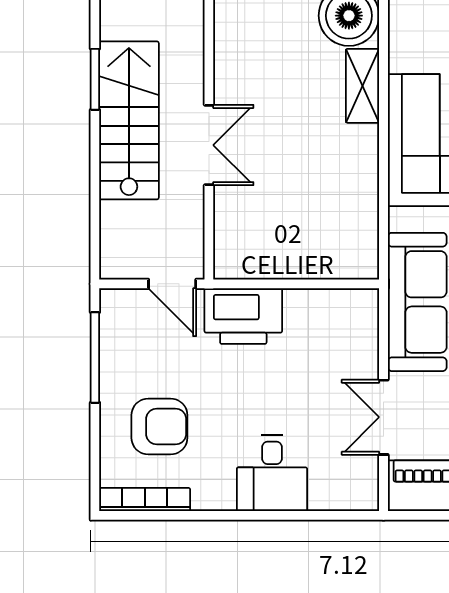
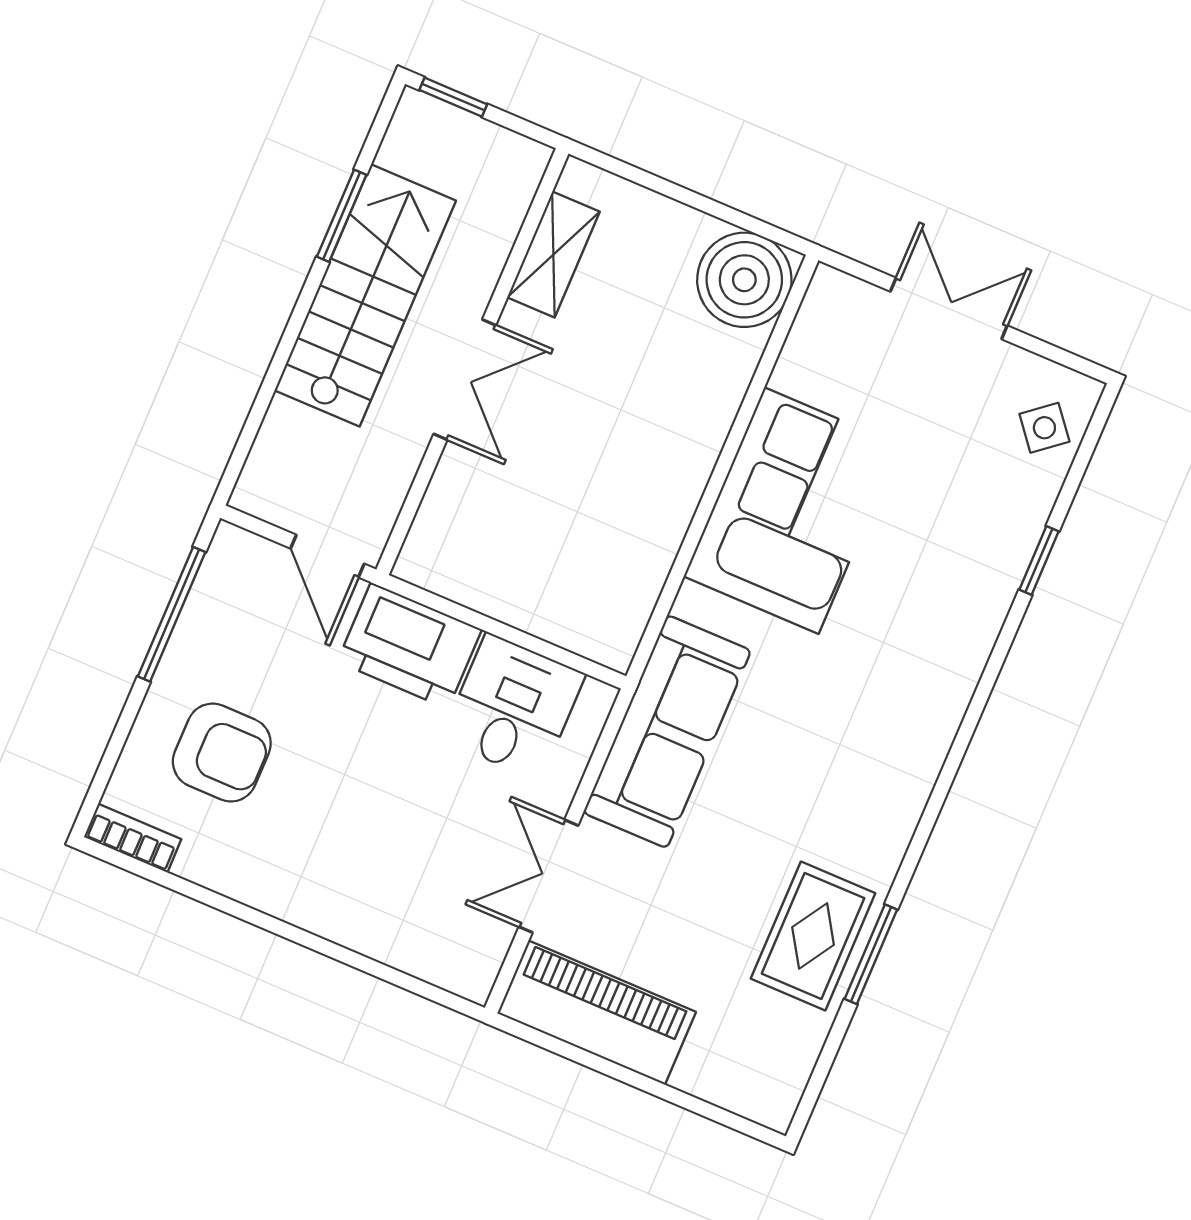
shelving: (363, 86) -> (553, 254), moved
desk: (272, 473) -> (513, 707), moved, turned 180
bookcase: (145, 500) -> (133, 838), width x0.64

